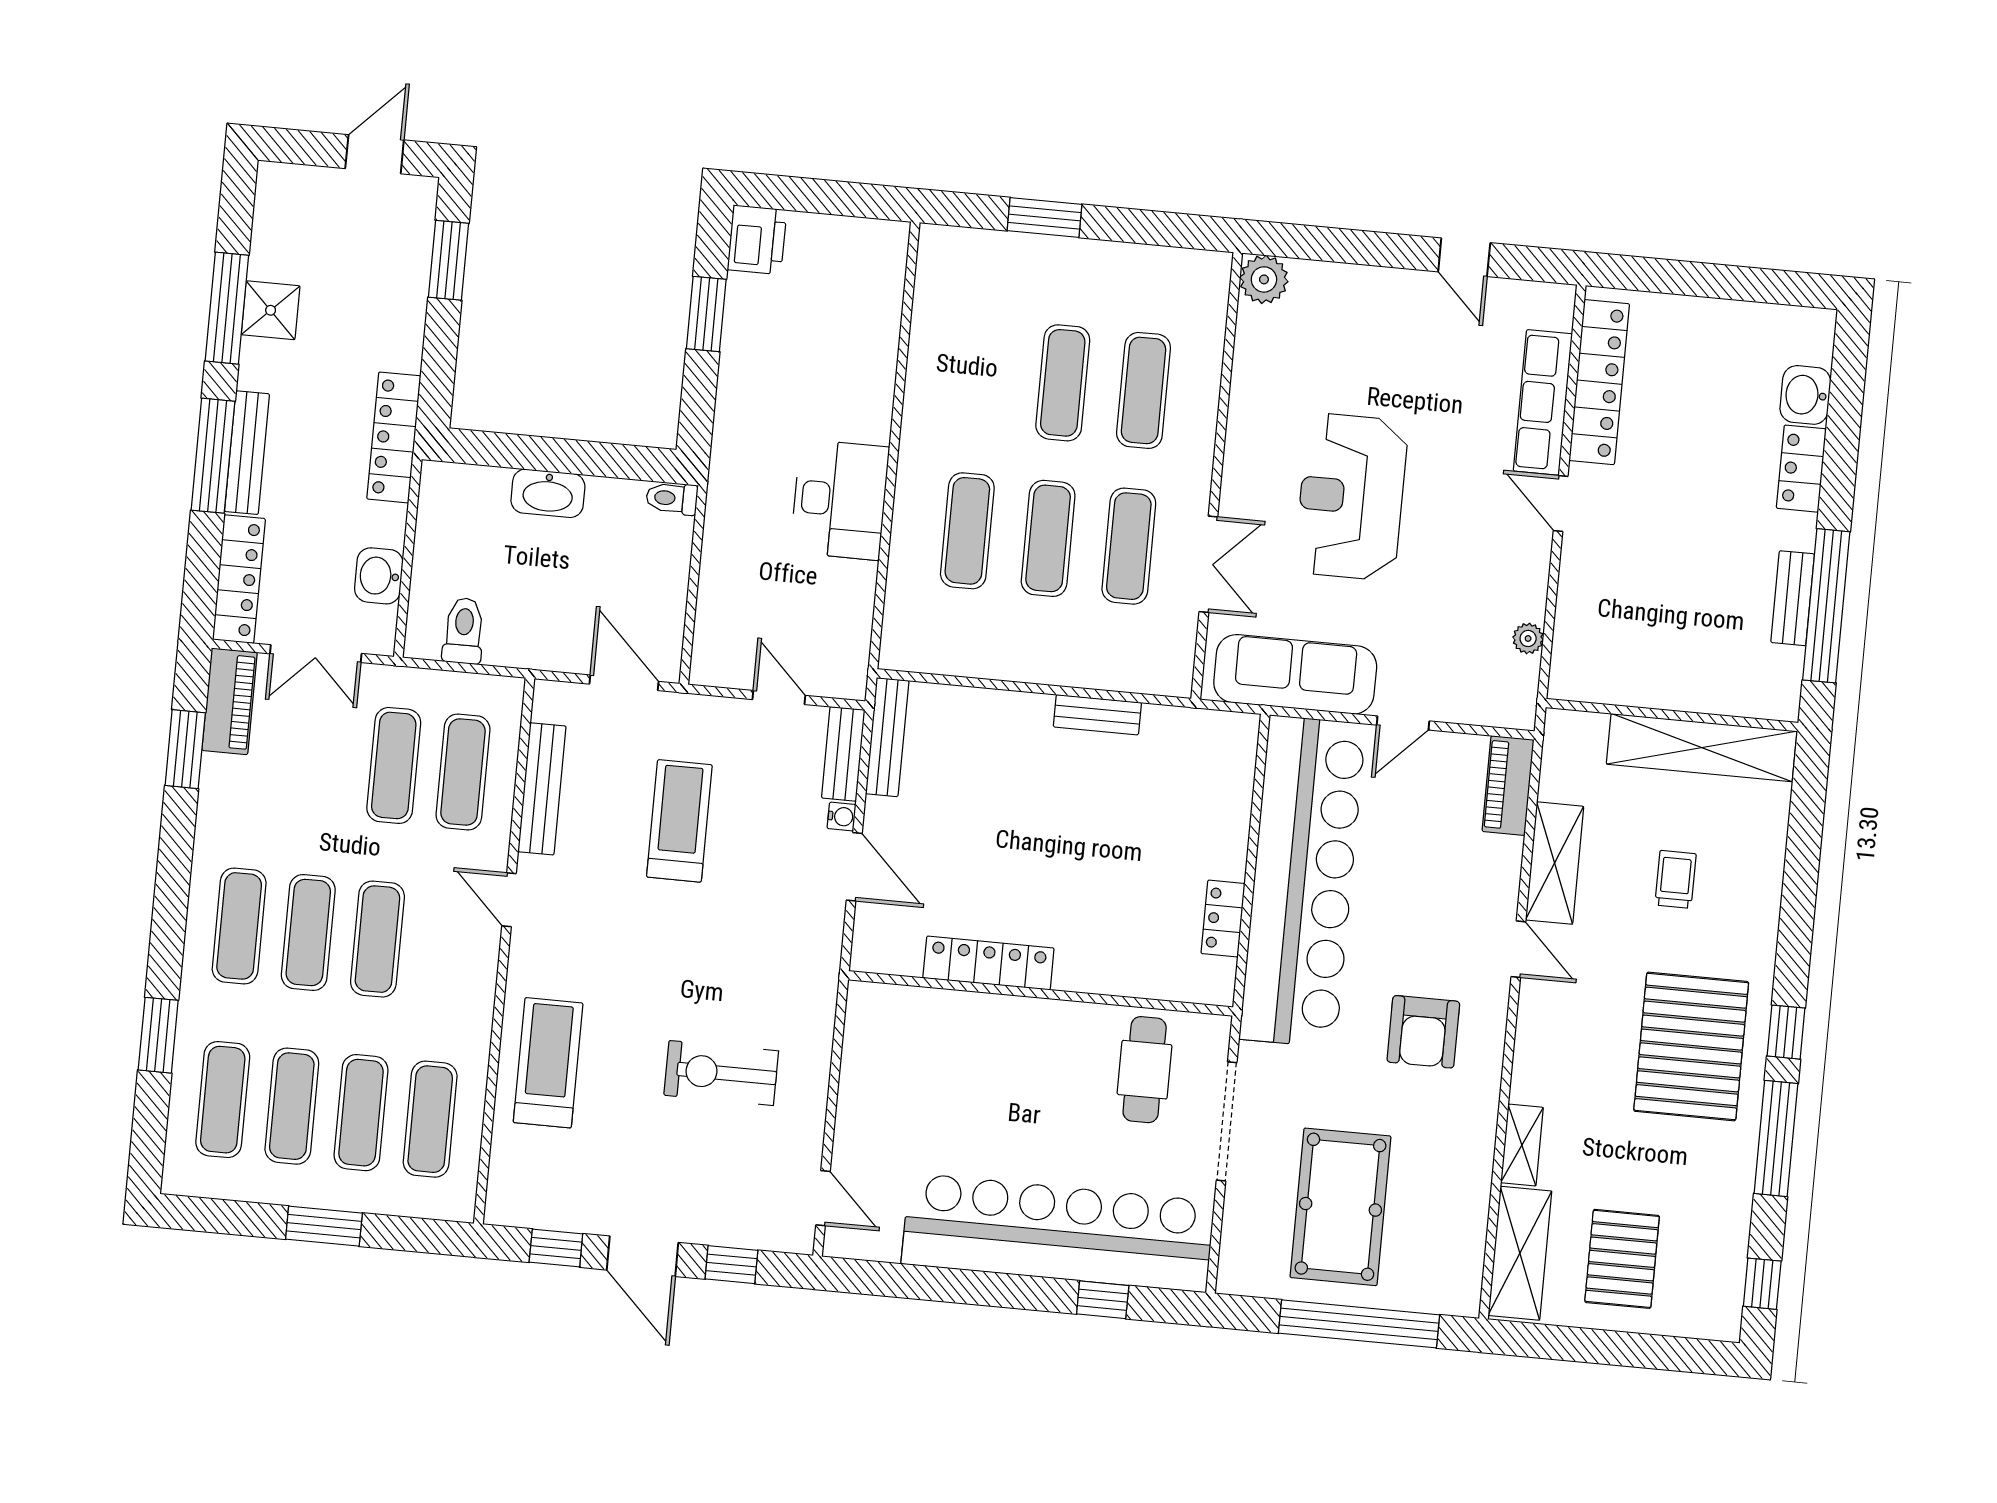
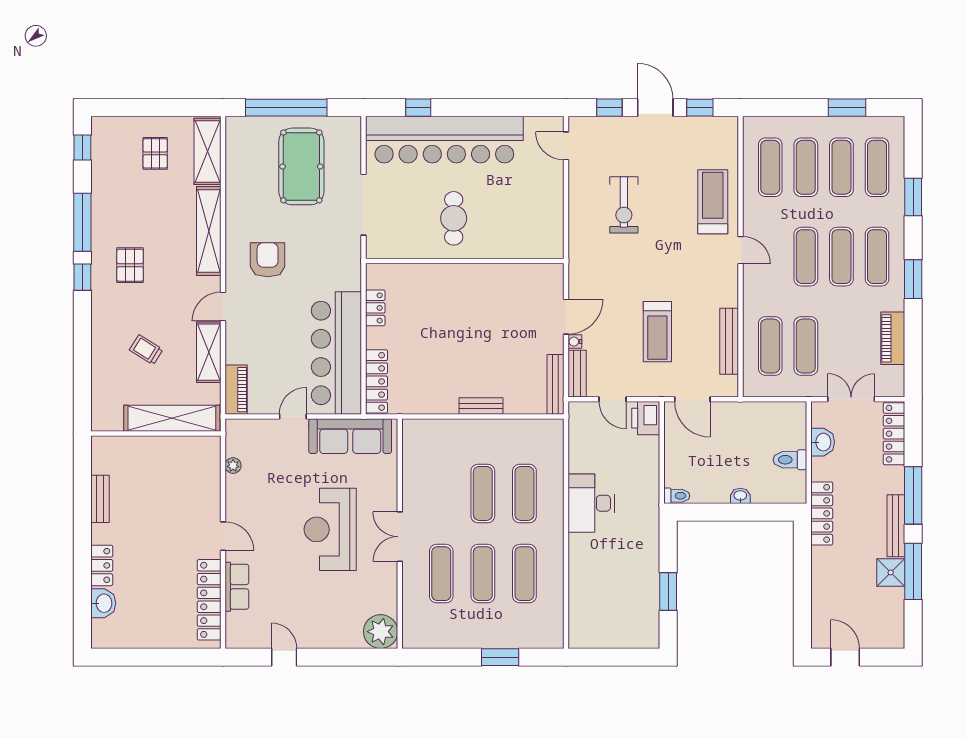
door: (375, 154) -> (845, 657), swing flipped
printer: (757, 240) -> (646, 418), moved
window: (448, 260) -> (802, 607), removed
plant: (1264, 279) -> (381, 632), width x1.36, depth x1.36
row of seats: (1543, 402) -> (237, 587), width x0.68
bench: (247, 453) -> (896, 526), moved
washbasin: (548, 493) -> (740, 496), width x0.52, depth x0.69
reception desk: (1351, 497) -> (330, 529), turned 180
exercise mat: (1129, 546) -> (524, 574), moved
double door: (1208, 564) -> (400, 537), moved
window: (1826, 606) -> (82, 497), removed
toilet: (464, 631) -> (790, 460), moved, turned 90
piano: (230, 701) -> (893, 338), moved
bench: (1097, 715) -> (481, 406), moved
shelving: (1702, 748) -> (172, 418), moved
window: (185, 749) -> (913, 279), moved
door: (854, 867) -> (566, 317), swing flipped
trolley: (1676, 879) -> (146, 350), turned 122
bar counter: (1302, 881) -> (336, 353), width x0.73
door: (509, 900) -> (741, 250), moved
door: (1518, 949) -> (223, 307), hinge flipped
locker: (988, 963) -> (377, 381), moved, turned -90
pallet: (1691, 1046) -> (130, 265), width x0.49, depth x0.50
treadmill: (548, 1063) -> (713, 202), turned 180
cafe table: (1145, 1070) -> (454, 218), moved
exercise bike: (721, 1073) -> (624, 205), turned 90
shelving: (1522, 1145) -> (209, 231), width x2.20, depth x1.33
window: (324, 1226) -> (847, 108), moved
pallet: (1622, 1259) -> (155, 153), width x0.67, depth x0.71

